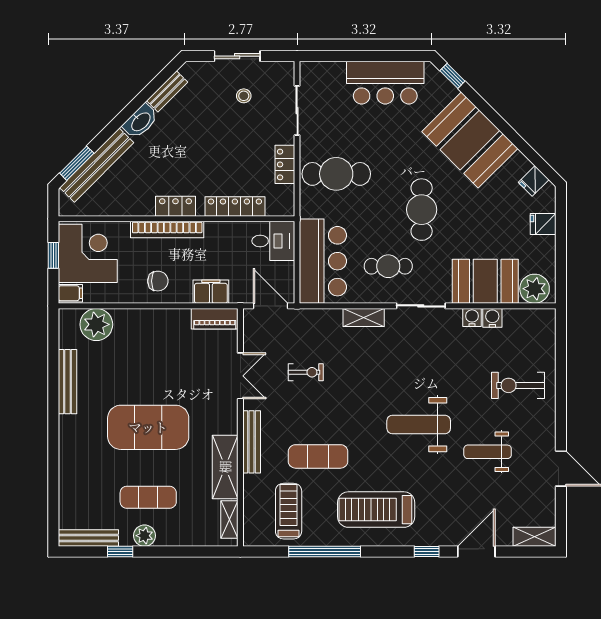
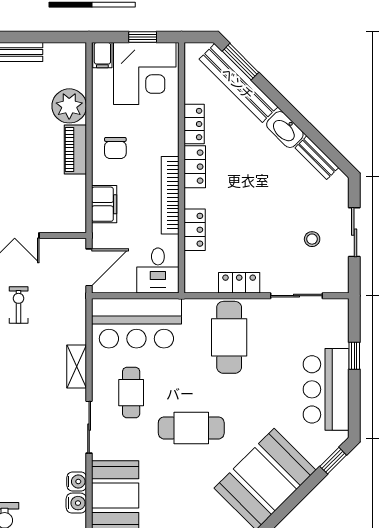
window: (354, 56) -> (354, 356), added
locker: (235, 206) -> (195, 230), width x0.66
locker: (135, 207) -> (194, 124), added
bookcase: (167, 230) -> (170, 195), moved
piano: (215, 319) -> (75, 150), moved
plant: (96, 324) -> (69, 106), moved
exercise bike: (306, 372) -> (19, 305), turned 180

